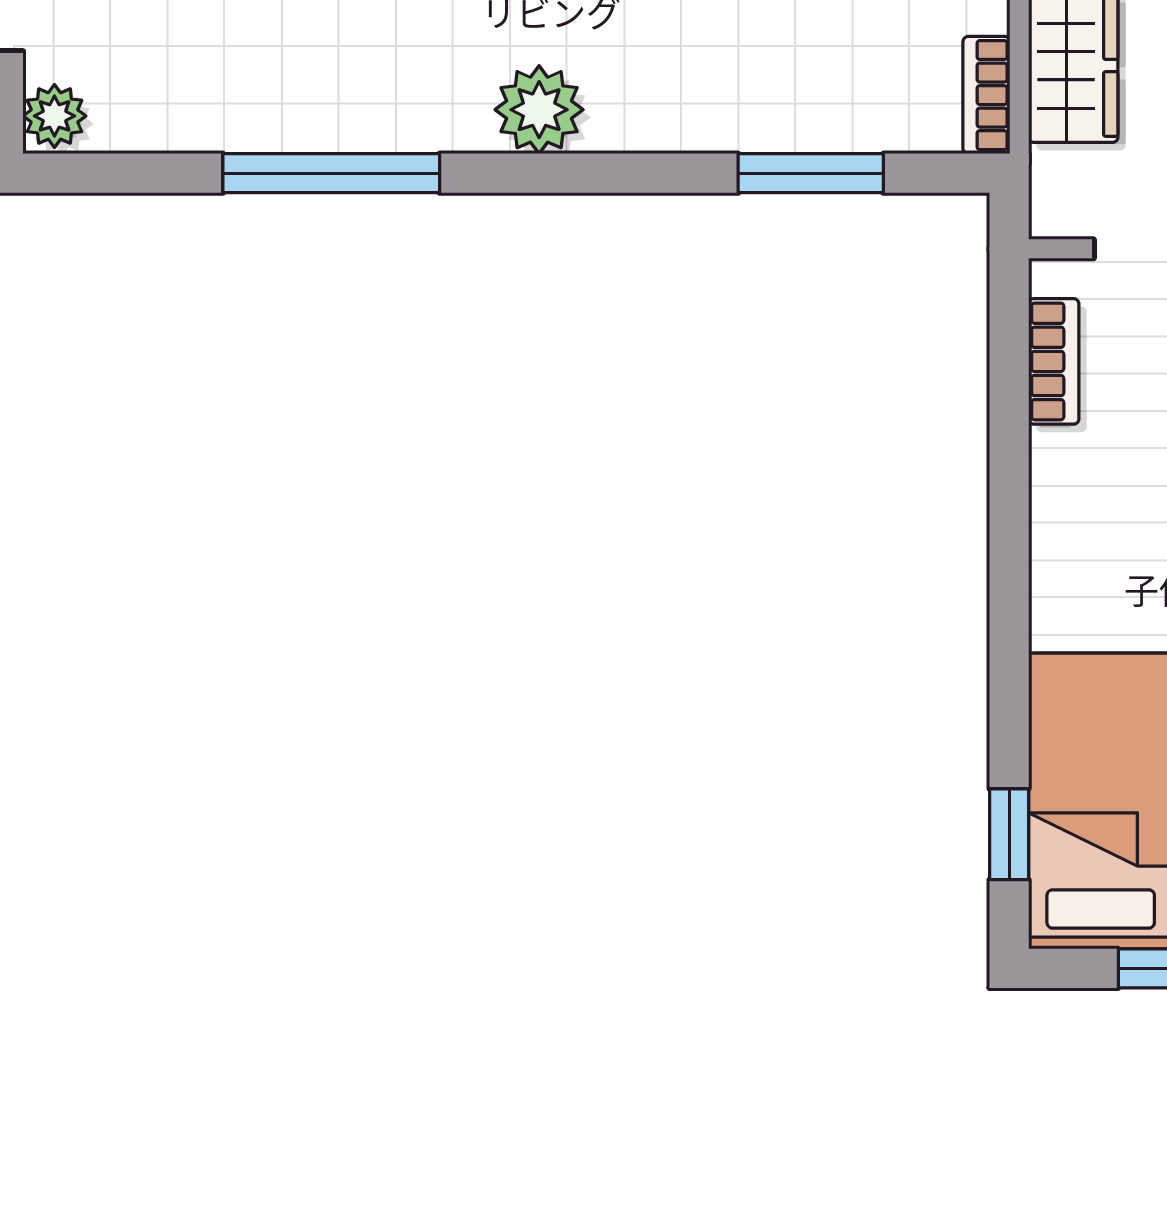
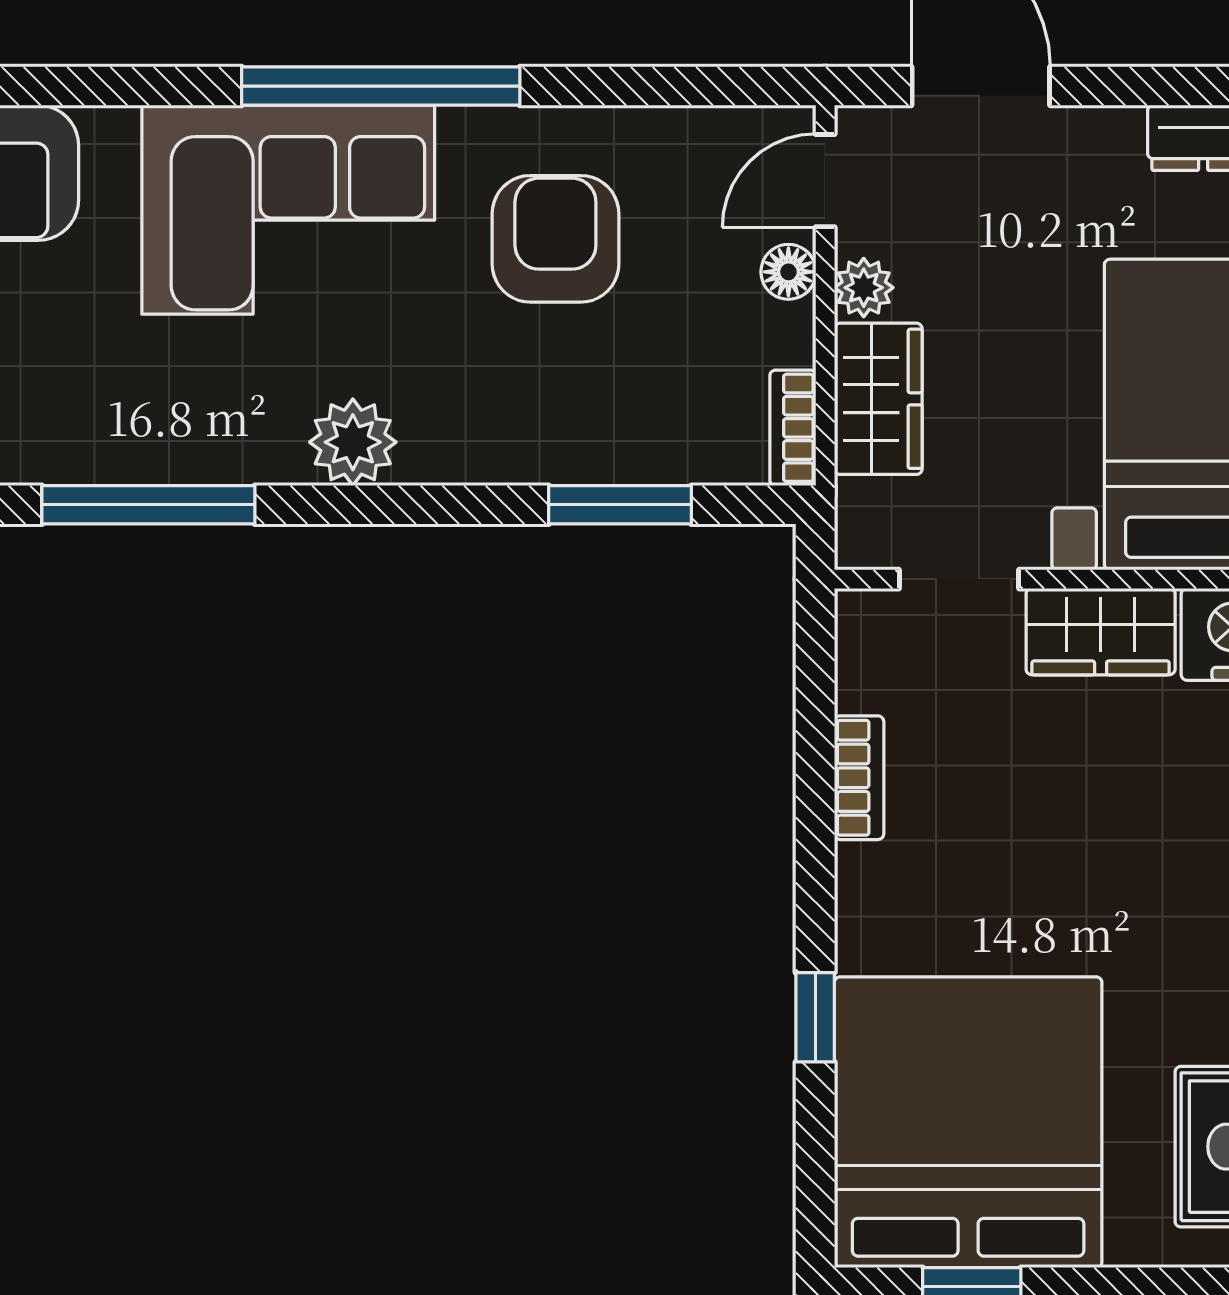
bookcase: (1054, 361) -> (859, 778), moved
window: (1009, 834) -> (815, 1017), moved

